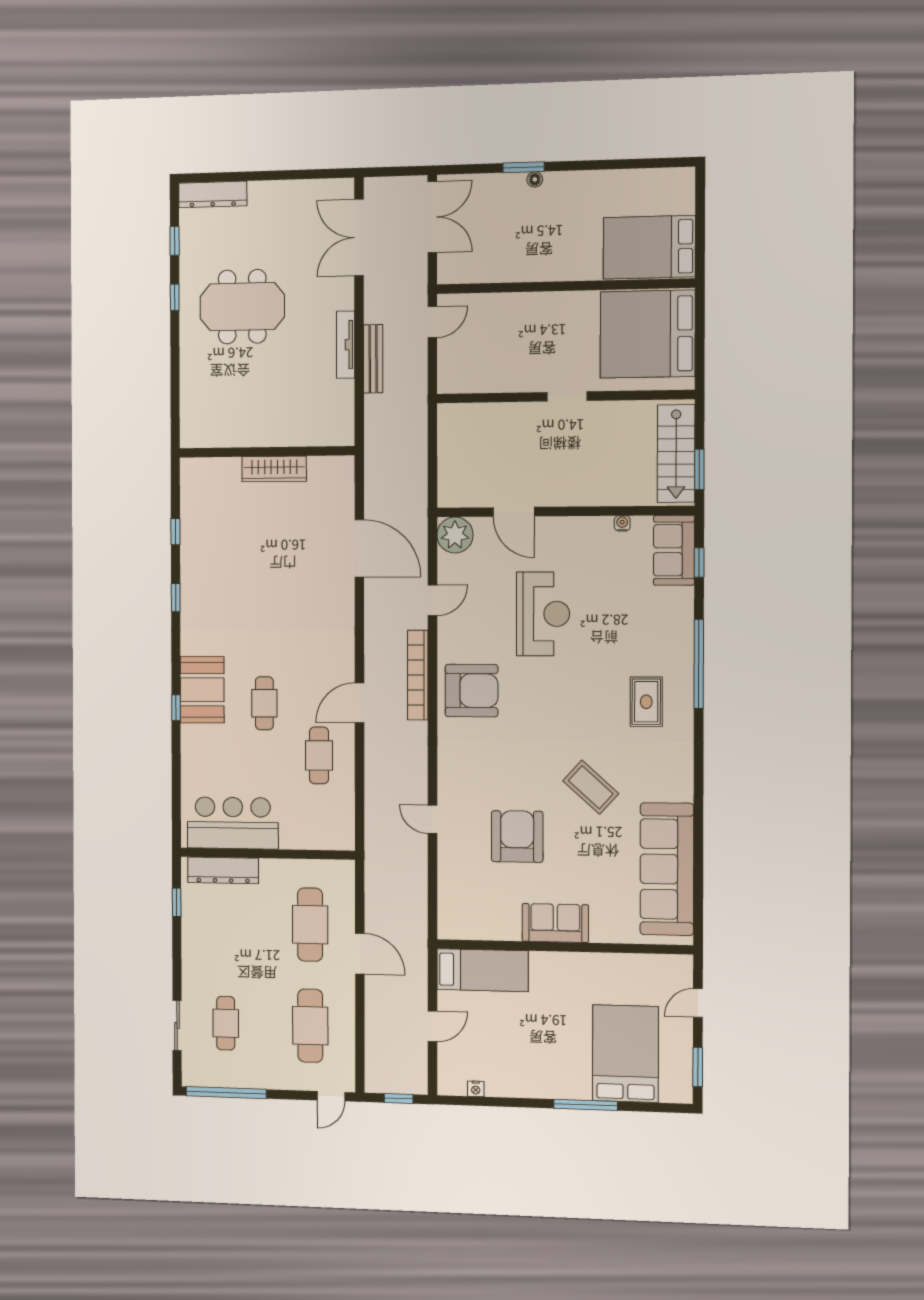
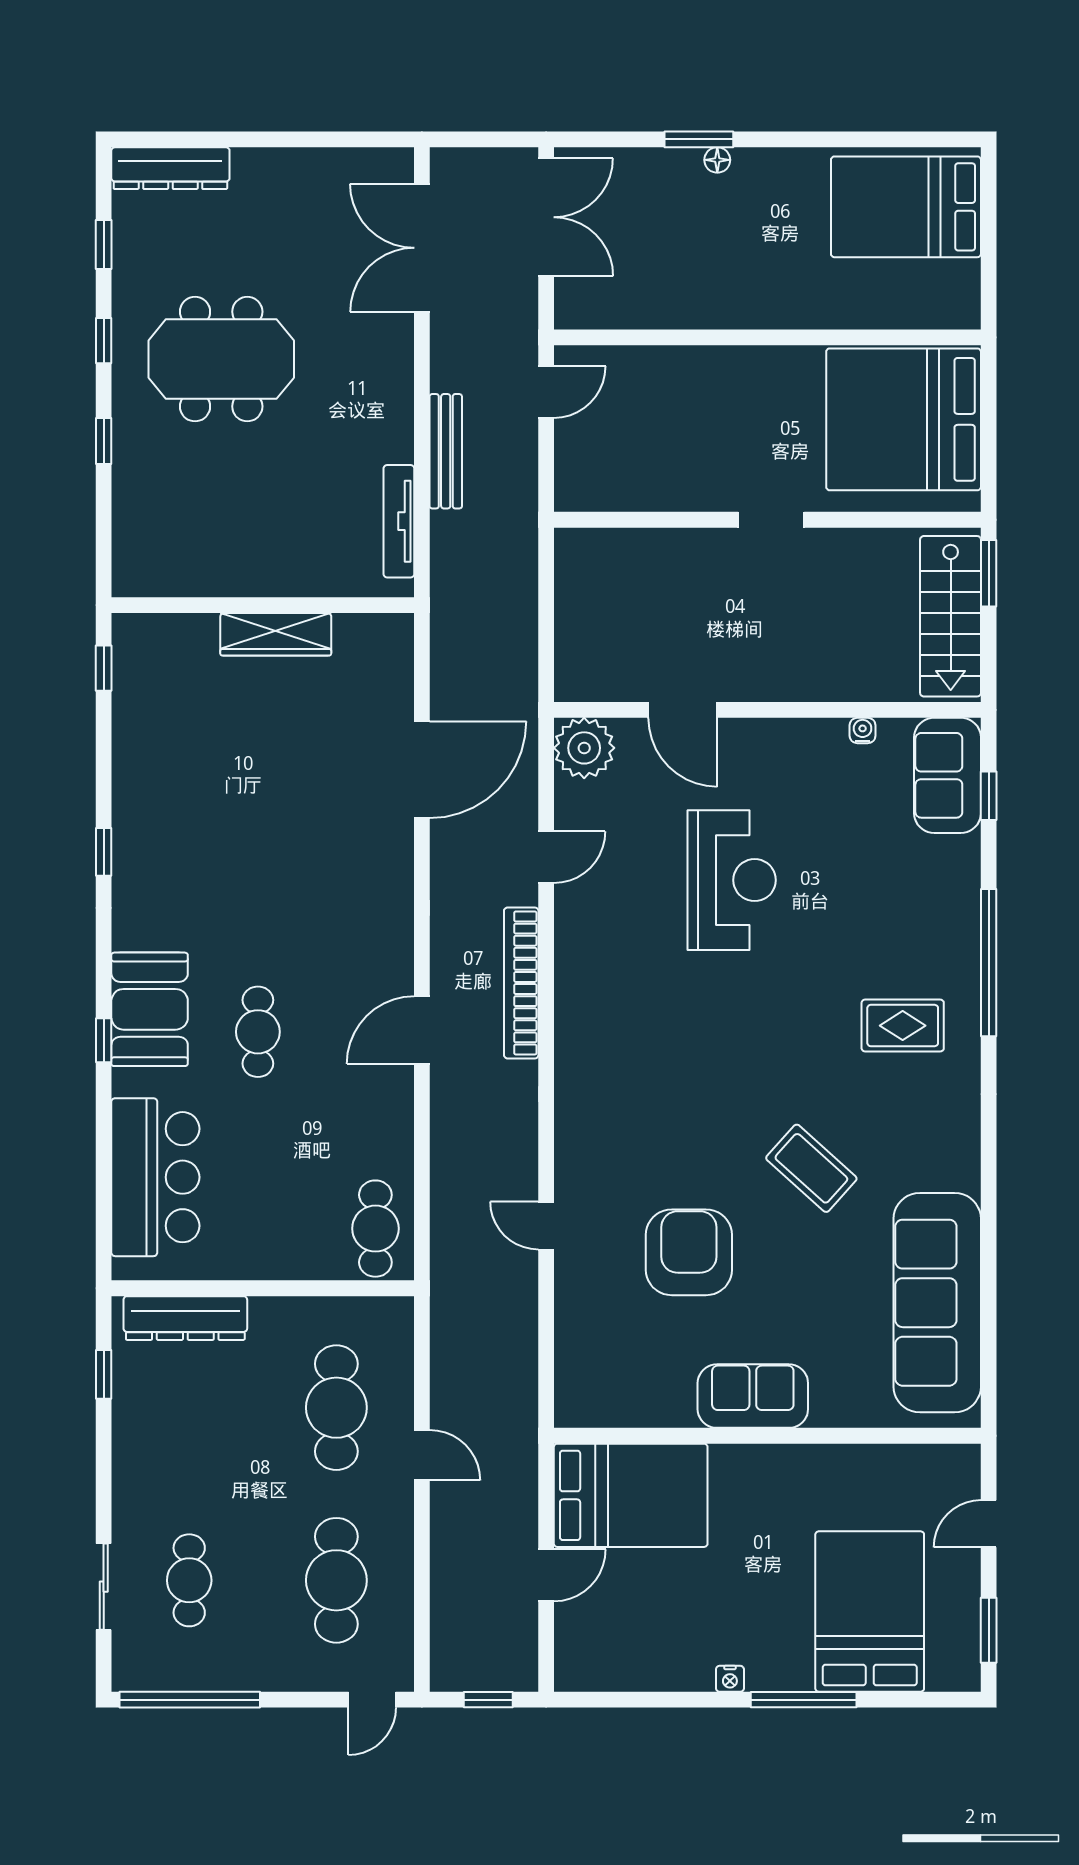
bed: (649, 247) -> (906, 207), moved
tv unit: (346, 345) -> (399, 521), moved
window: (175, 357) -> (104, 441), added
window: (699, 469) -> (989, 573), moved
window: (175, 532) -> (104, 668), moved
door: (359, 548) -> (422, 770), hinge flipped
armchair: (472, 691) -> (612, 1009), removed
rug: (646, 702) -> (903, 1026), turned 90
cafe table: (319, 755) -> (375, 1229), moved
bar counter: (233, 823) -> (155, 1177), moved, turned 90
door: (360, 954) -> (422, 1455), width x0.73
bed: (482, 970) -> (631, 1495), width x1.50
nightstand: (476, 1089) -> (730, 1679), moved

